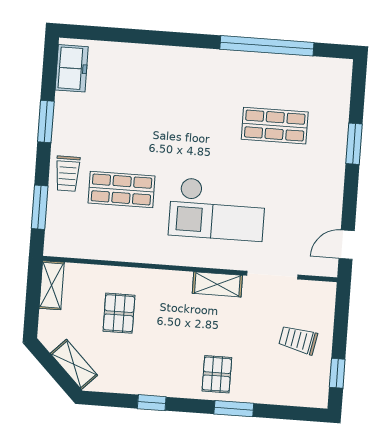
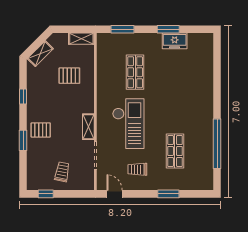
freezer: (72, 68) -> (175, 41), moved
trolley: (67, 174) -> (137, 169), moved
checkout: (217, 209) -> (128, 124), turned 180

